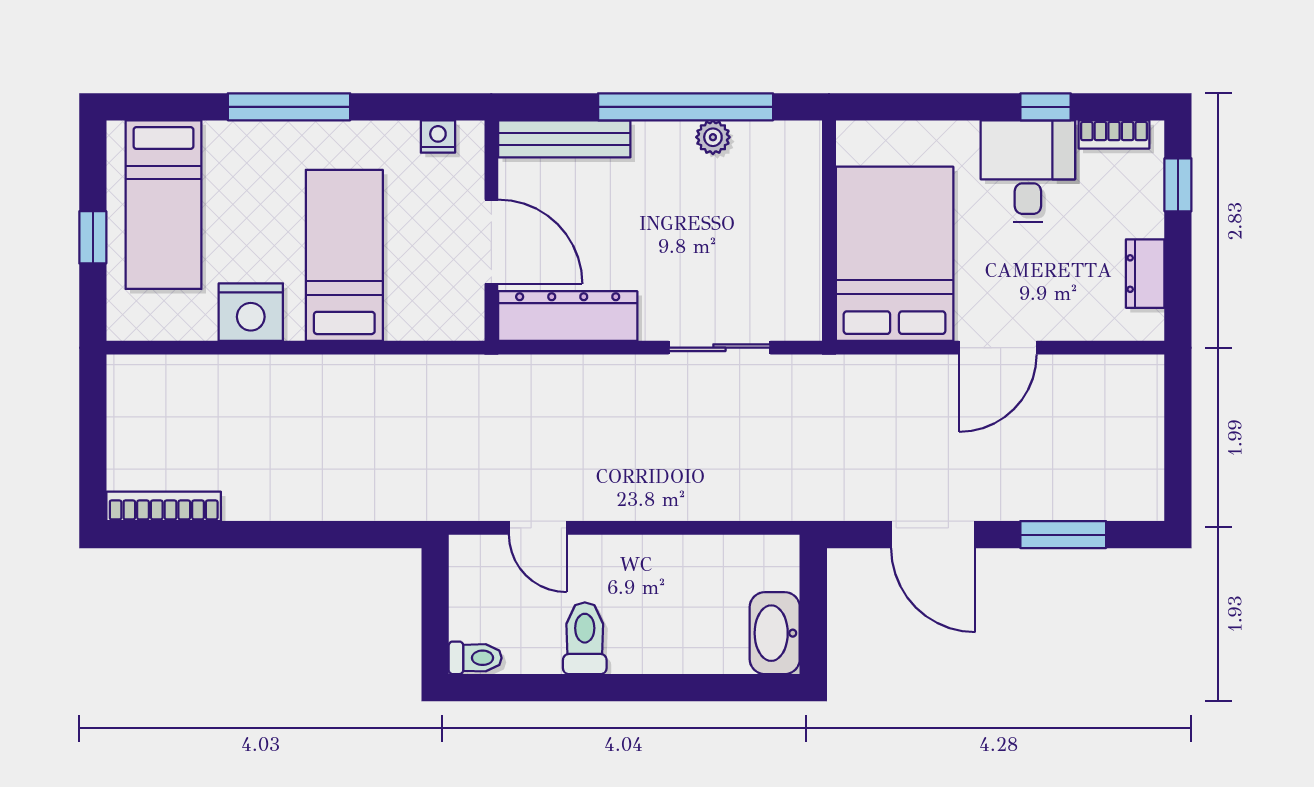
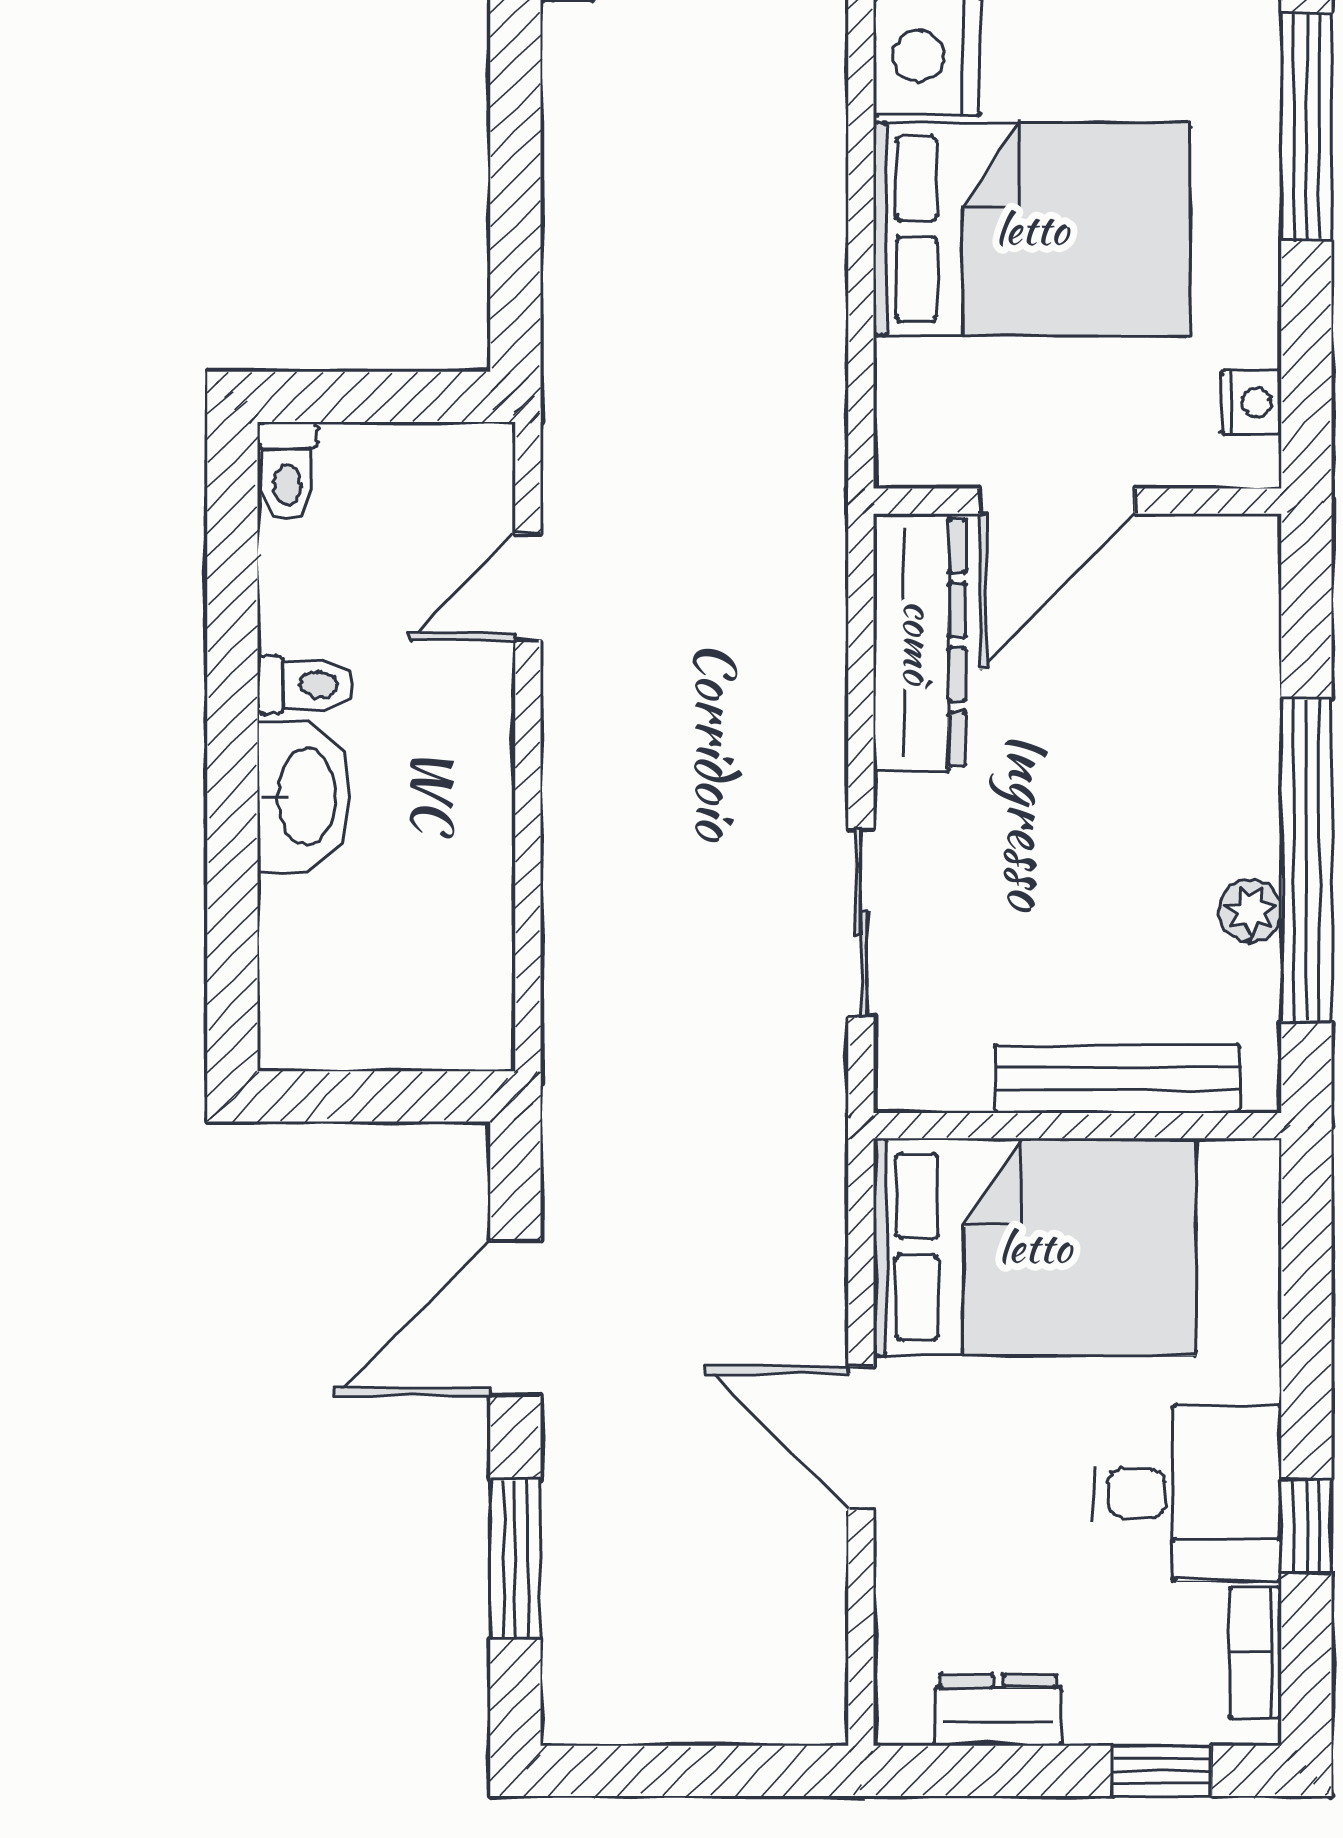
bench: (564, 139) -> (1118, 1079), moved, turned 90
bed: (344, 255) -> (1032, 229), width x1.50
washbasin: (775, 633) -> (304, 797), moved, turned 90
toilet: (585, 638) -> (305, 685), width x0.73, depth x0.72

